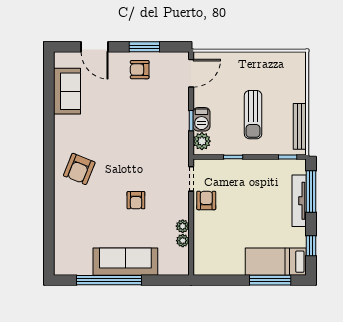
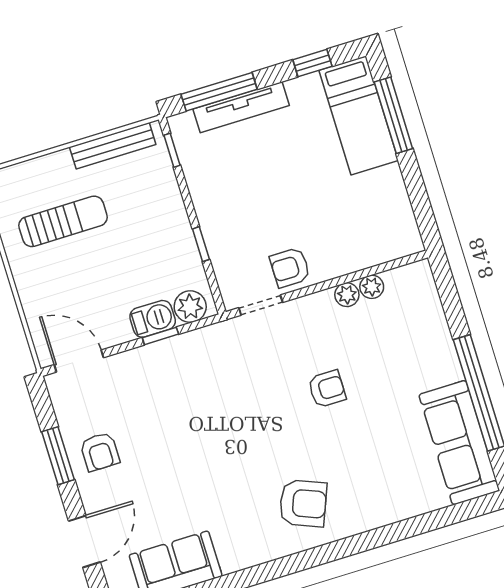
sun lounger: (253, 115) -> (63, 221), moved
sofa: (125, 262) -> (459, 443), moved

